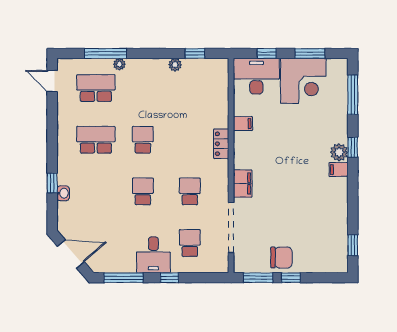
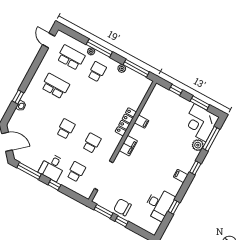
window: (106, 53) -> (99, 48), moved
window: (195, 53) -> (136, 68), width x2.17
desk: (256, 76) -> (159, 204), moved, turned 90
corner desk: (303, 81) -> (200, 123), moved, turned 90
school desk: (143, 140) -> (97, 72), moved
locker: (221, 144) -> (126, 122), width x1.53
plant: (339, 152) -> (198, 145), moved
filing cabinet: (243, 184) -> (128, 146), moved
window: (353, 245) -> (174, 207), moved
chair: (281, 257) -> (122, 207), turned 180

